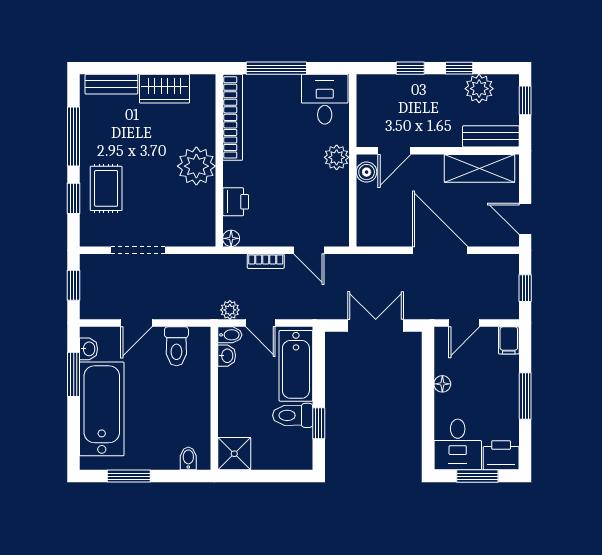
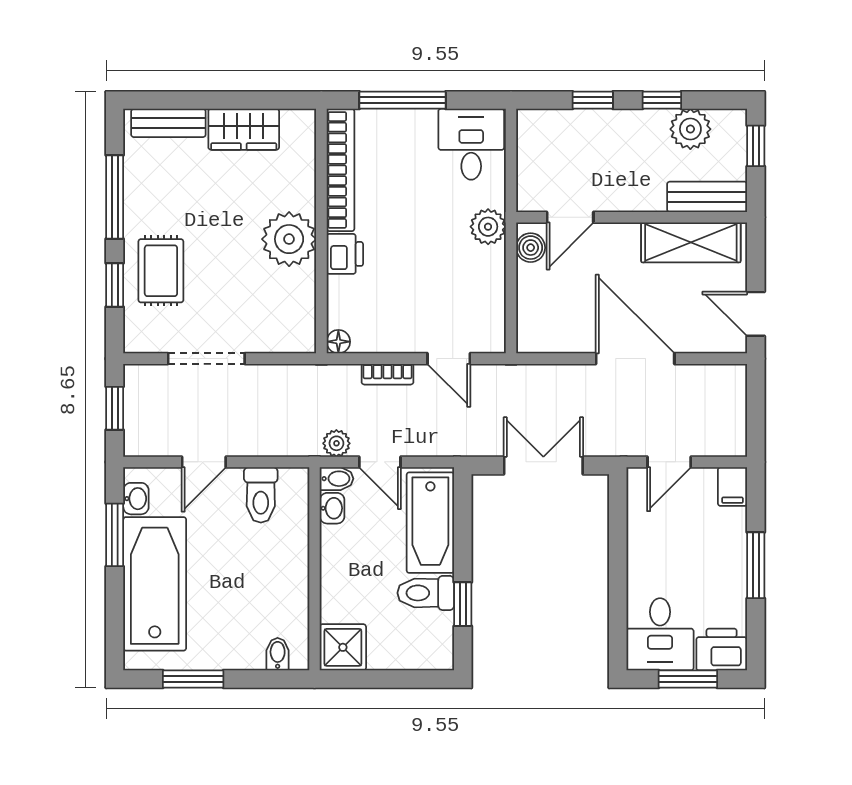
printer: (236, 202) -> (345, 254), moved
window: (525, 288) -> (756, 412), removed
floor lamp: (442, 384) -> (638, 548), removed

